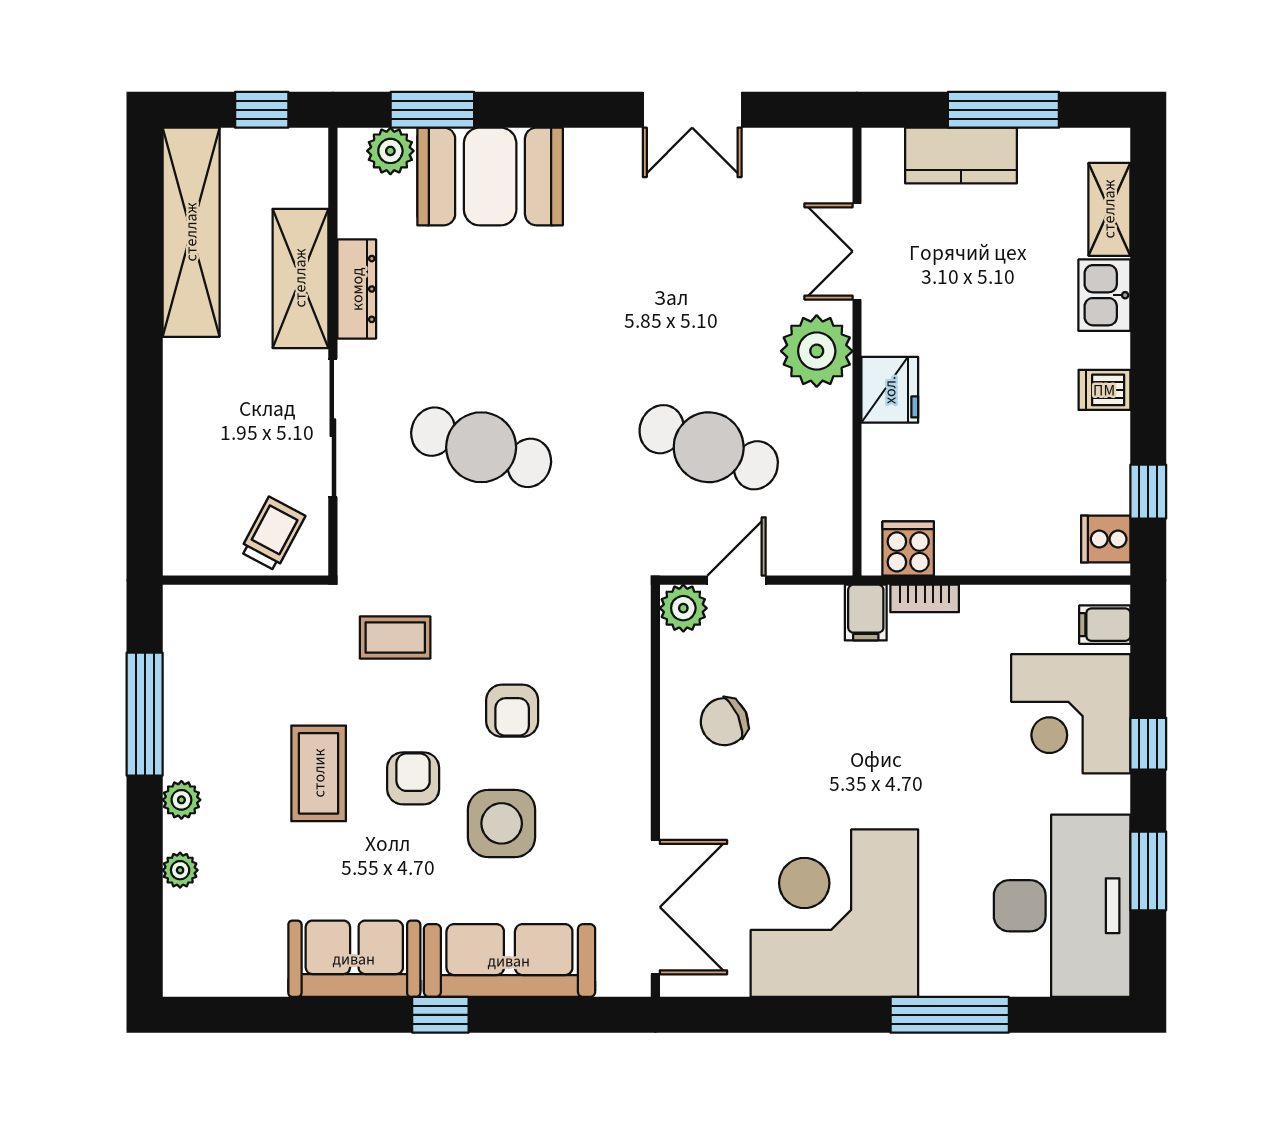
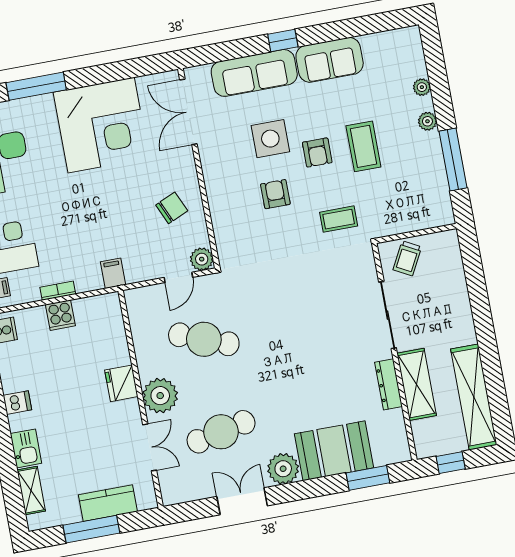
plant: (390, 151) -> (283, 469), moved, width x1.36, depth x1.36
cafe table: (481, 447) -> (221, 432), moved, turned -30
cooker: (908, 549) -> (60, 315), moved
bookcase: (925, 598) -> (58, 291), moved

